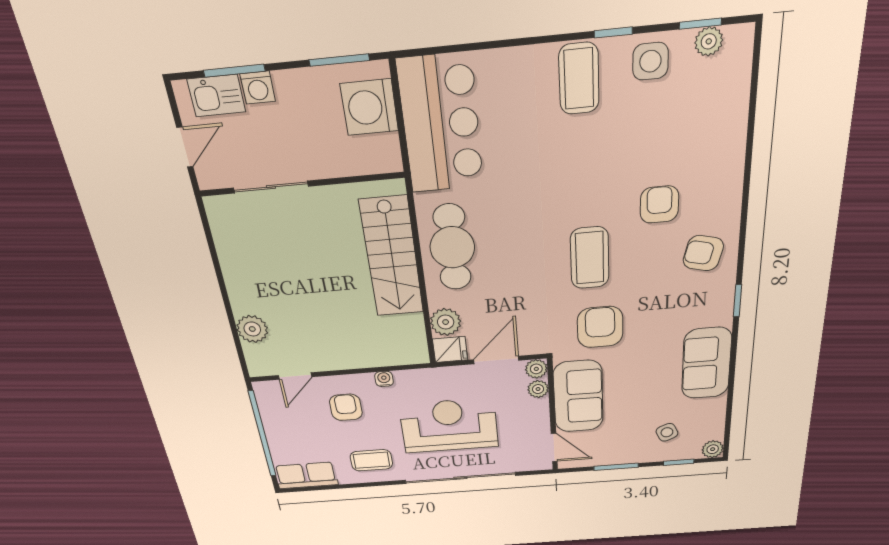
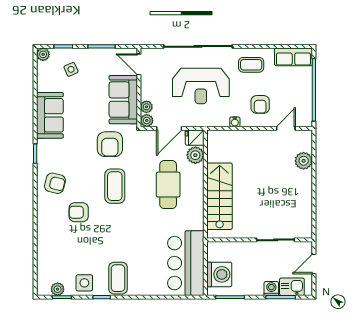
armchair: (659, 205) -> (79, 212), turned 90
cafe table: (452, 247) -> (168, 185), moved

